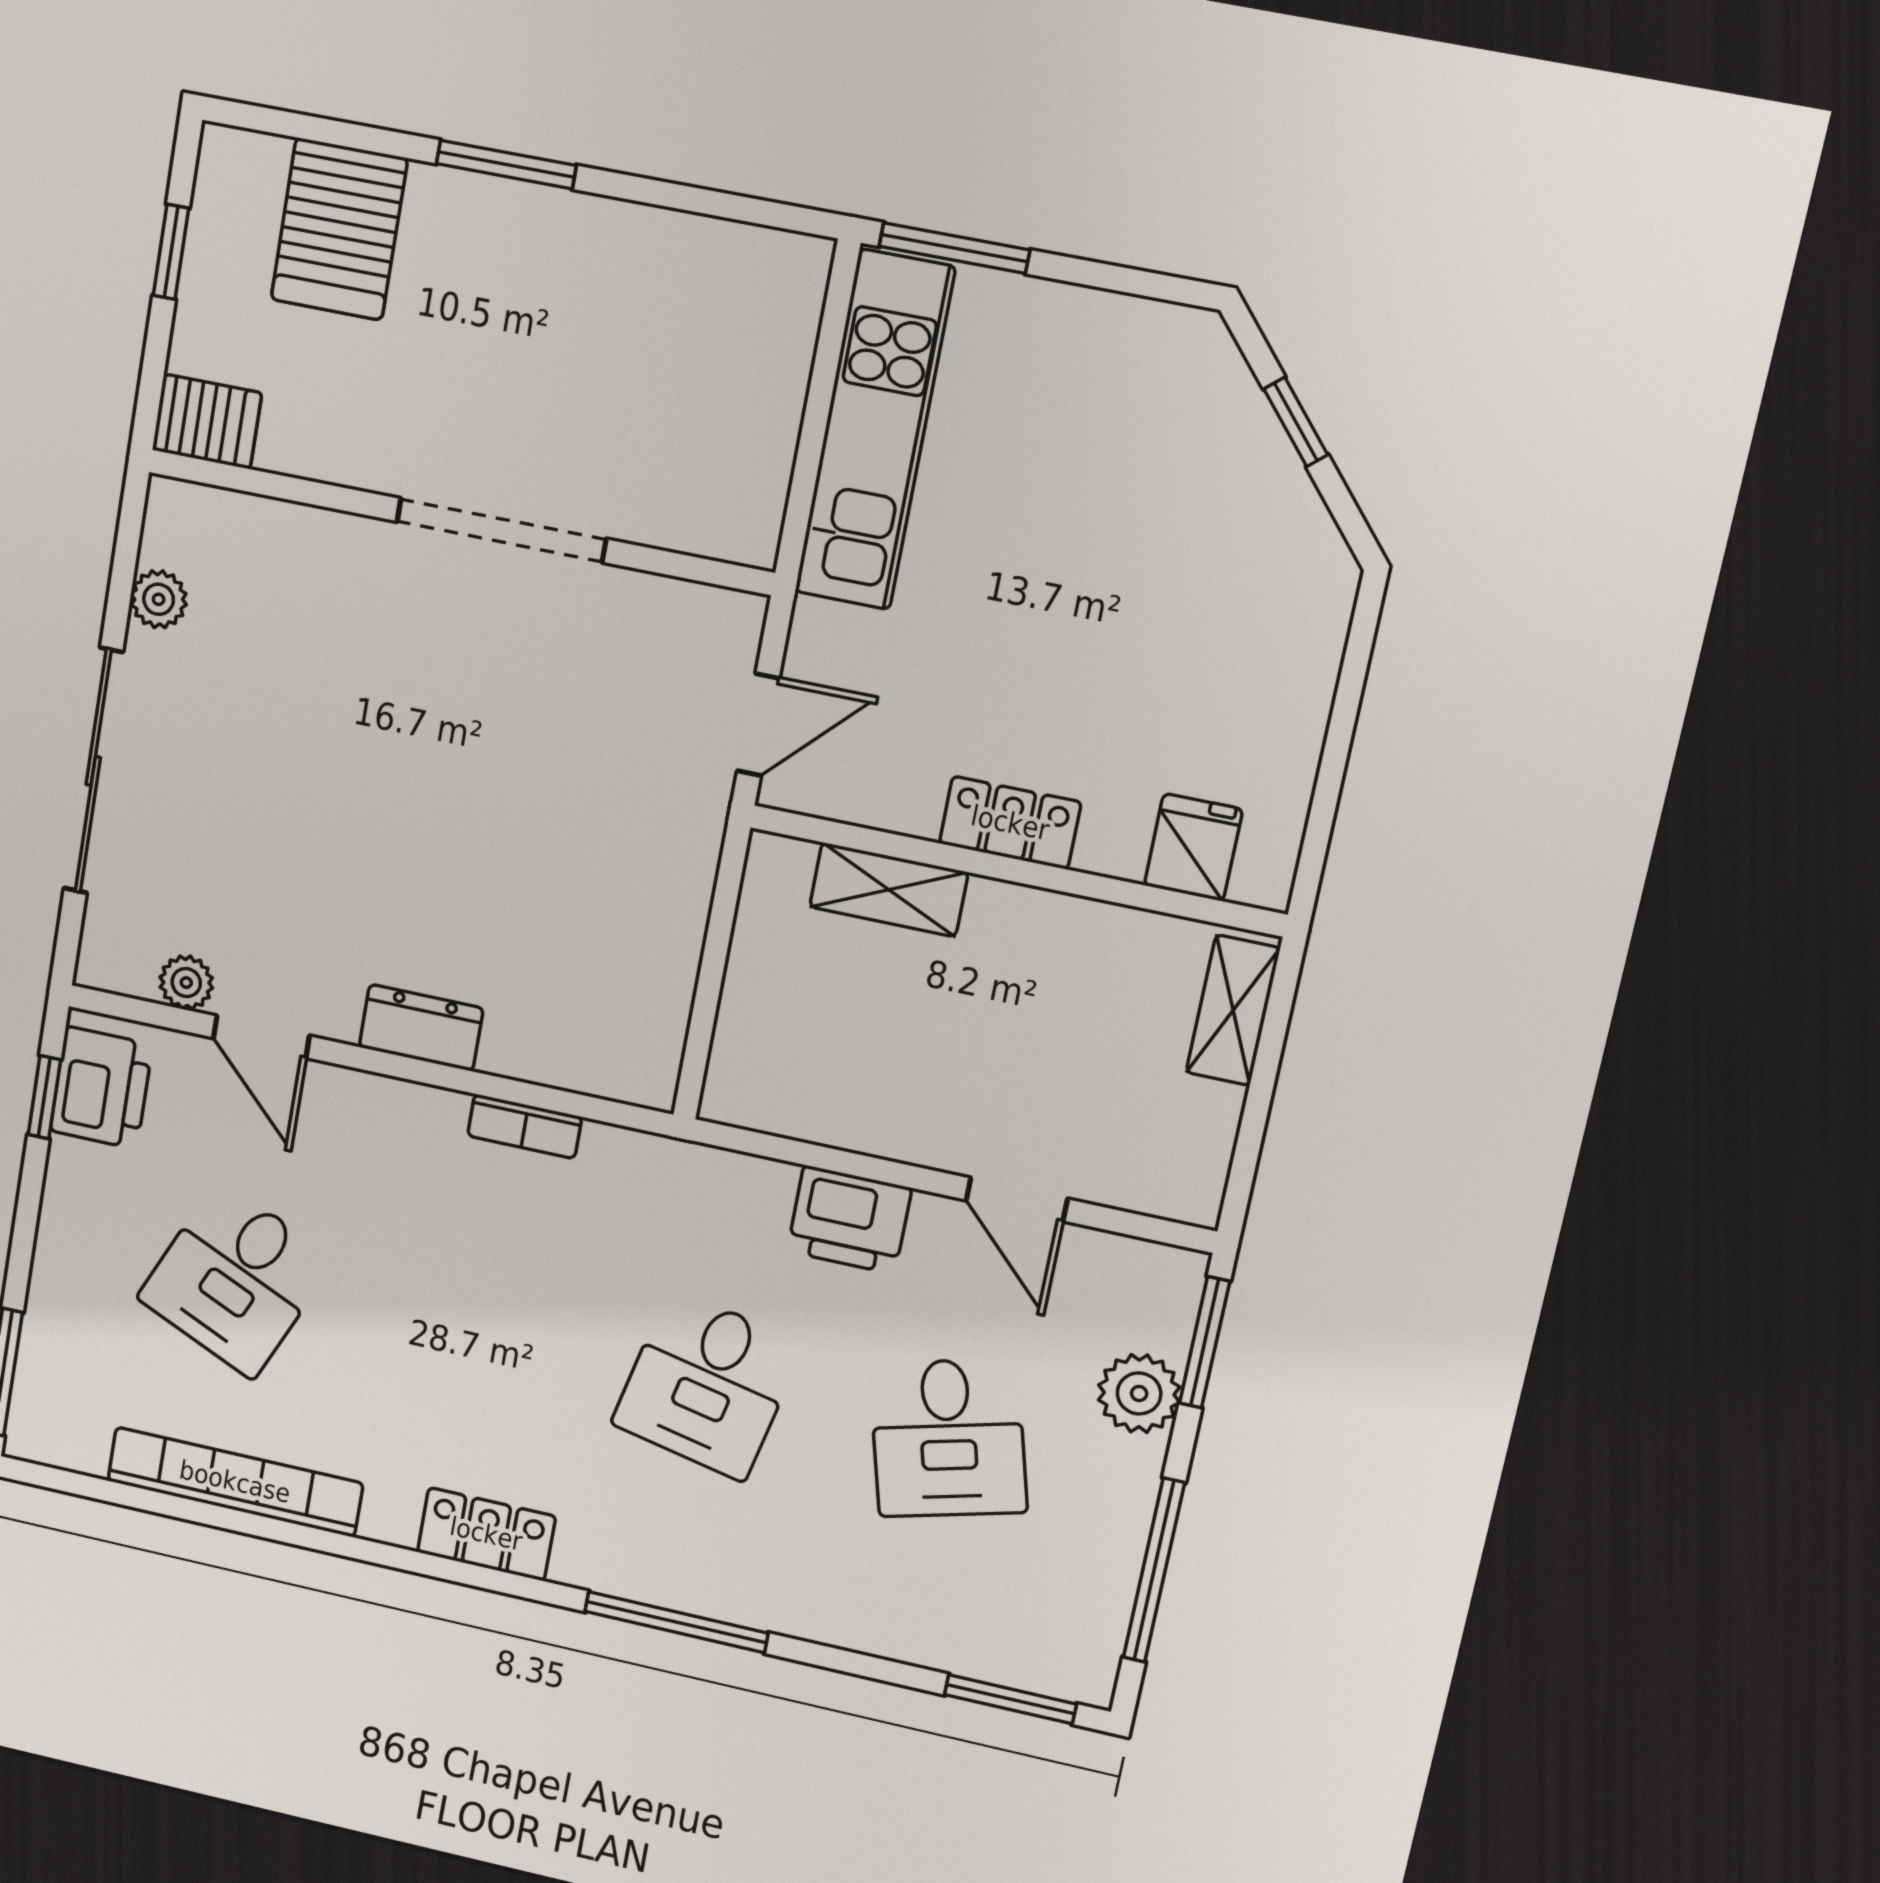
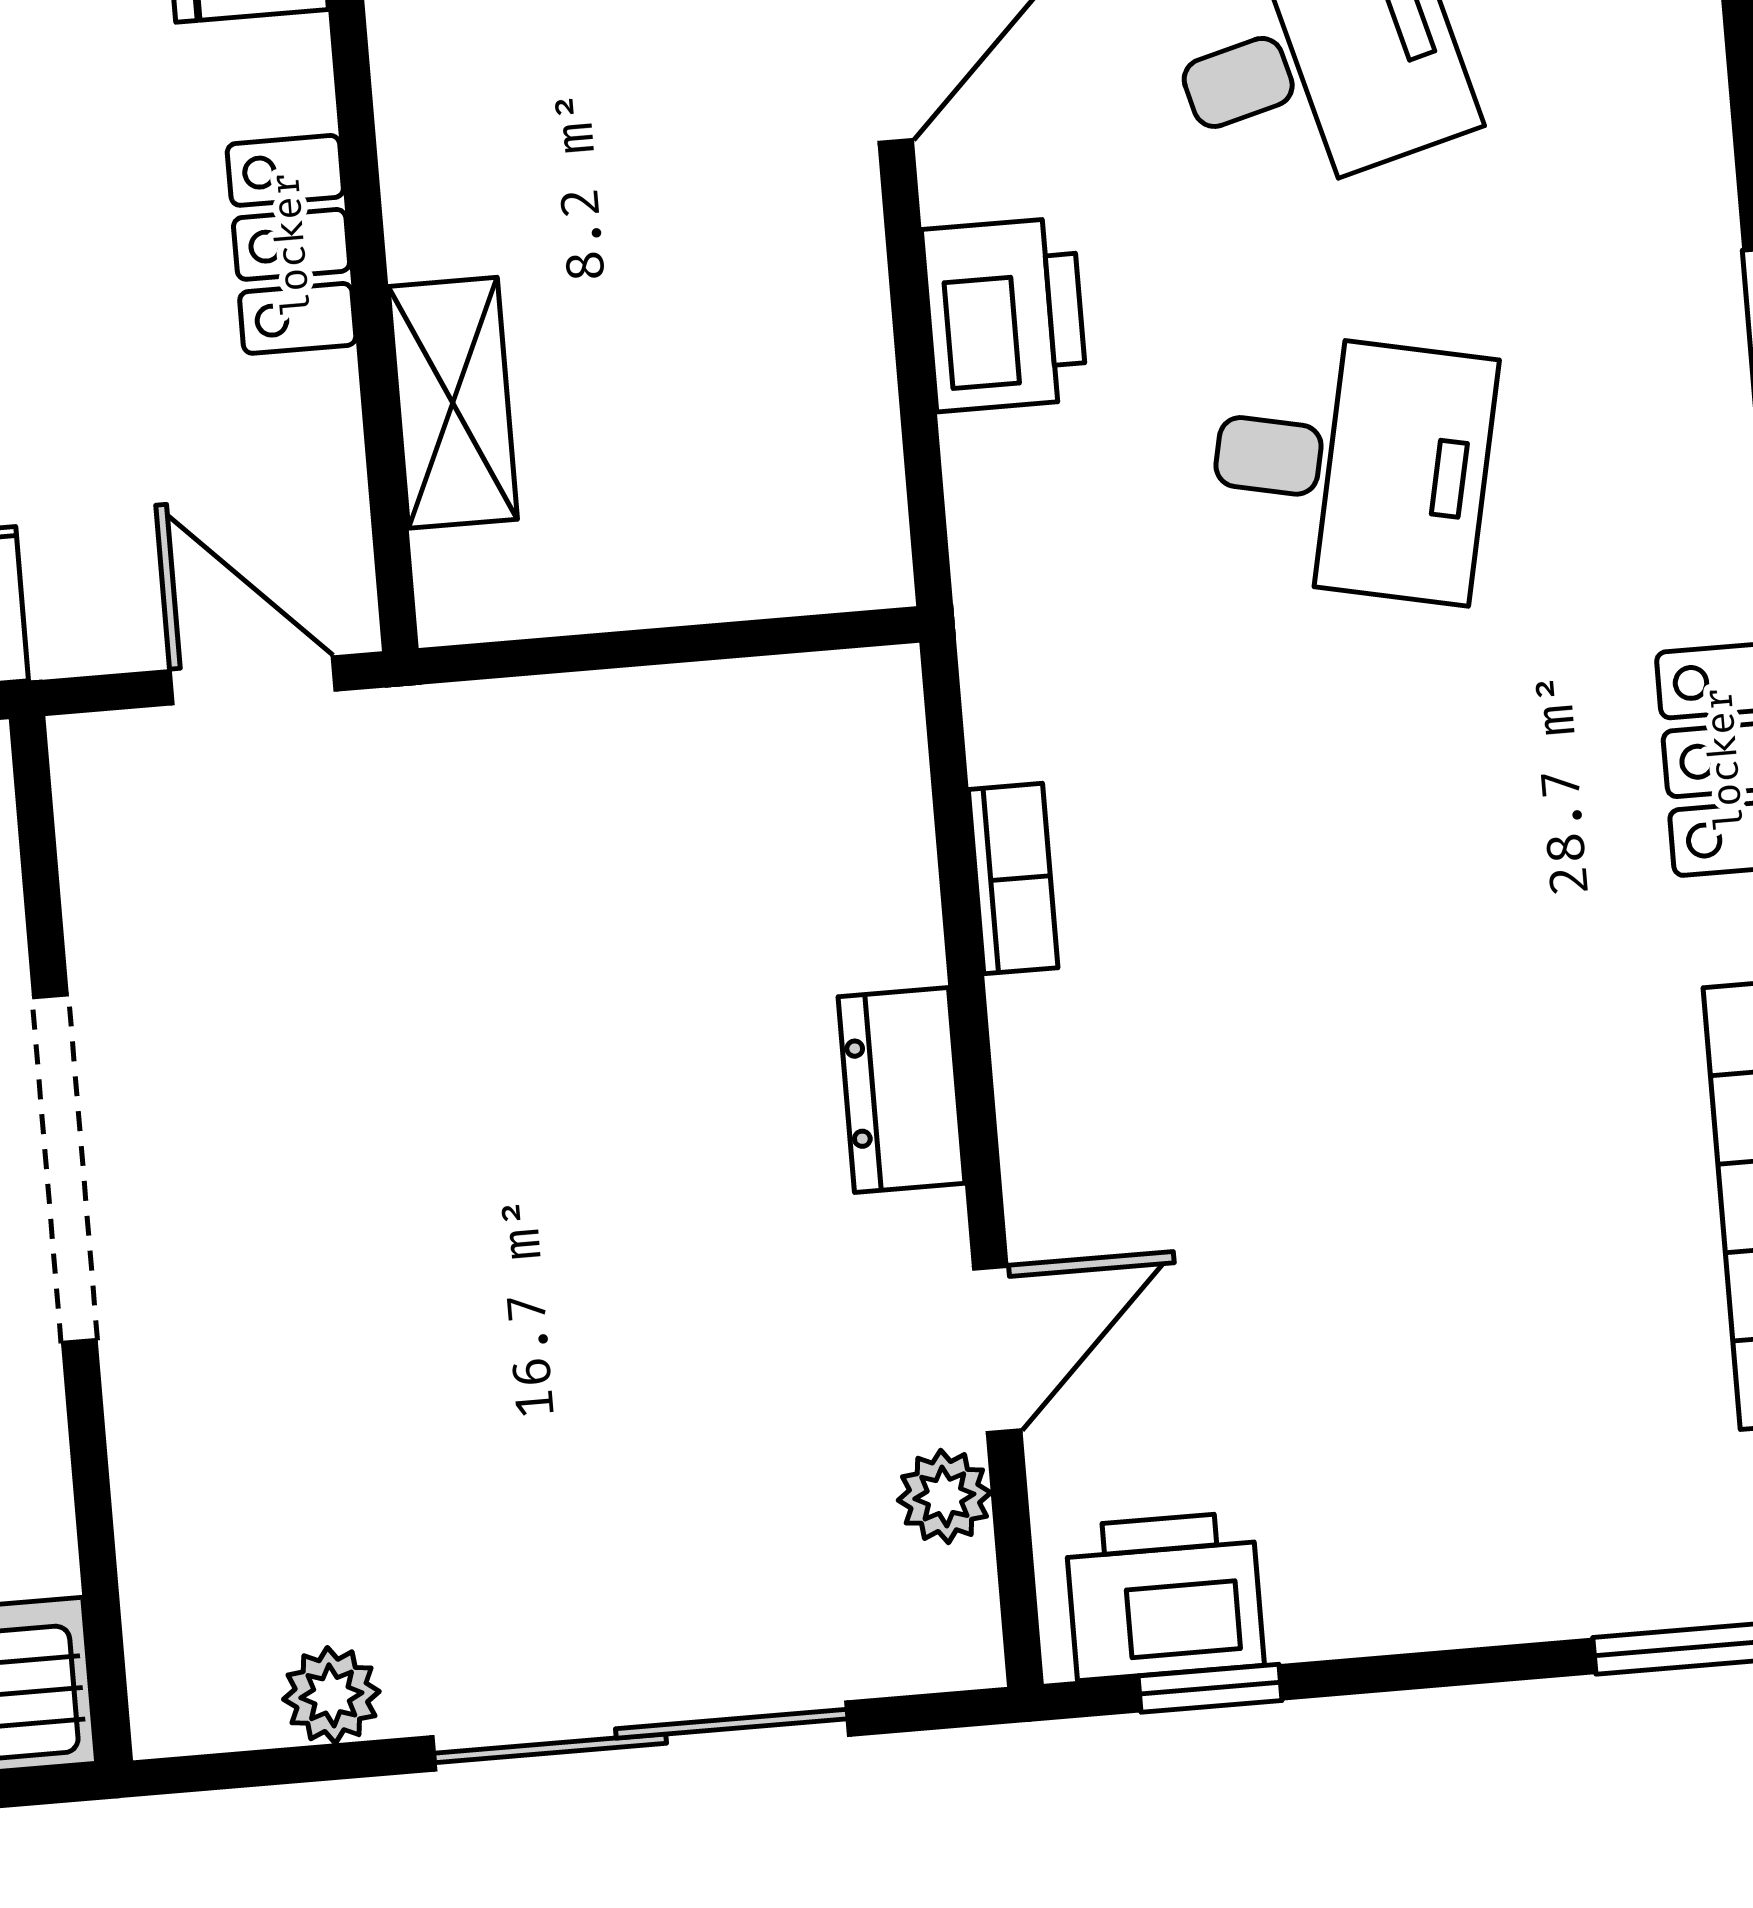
desk: (236, 1279) -> (1420, 1290), removed

